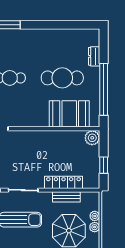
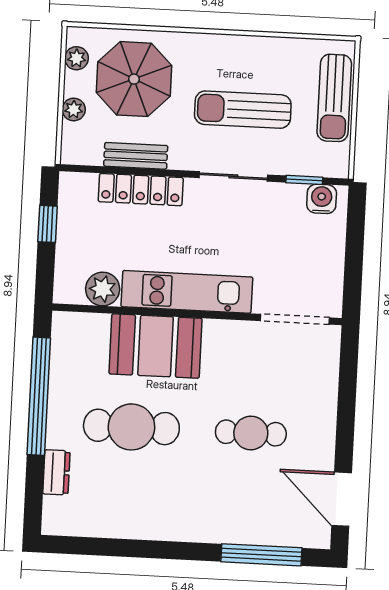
booth: (69, 114) -> (155, 346), moved
kitchen unit: (41, 138) -> (187, 292), added
plant: (92, 138) -> (103, 289), moved
plant: (95, 227) -> (77, 58), moved

